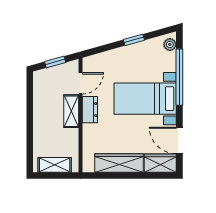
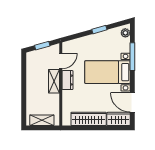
window: (179, 77) -> (132, 57), width x0.68

